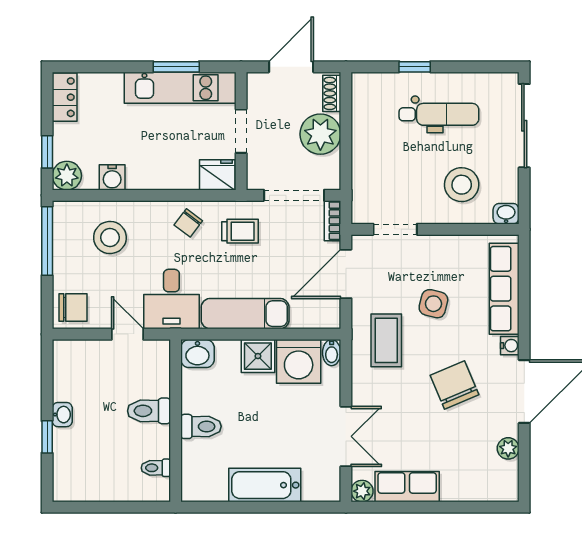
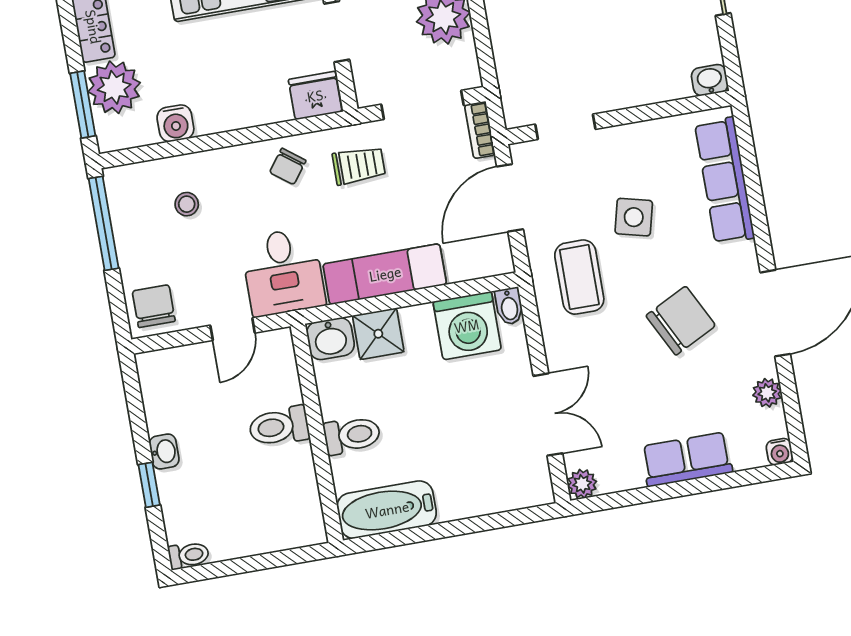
window: (47, 152) -> (83, 105), width x1.50
plant: (67, 176) -> (114, 87), moved, width x1.36, depth x1.36
stool: (462, 185) -> (644, 52), removed
stool: (110, 237) -> (187, 204), width x0.53, depth x0.53
chair: (73, 307) -> (154, 306), turned -90
door: (127, 334) -> (233, 329), swing flipped
water cooler: (510, 346) -> (780, 452), moved, turned 90
shower: (258, 356) -> (378, 334), moved
chair: (454, 385) -> (681, 321), turned 86
toilet: (156, 468) -> (189, 555), moved, turned 180
bathtub: (265, 485) -> (387, 510), moved
row of seats: (407, 487) -> (687, 459), moved

